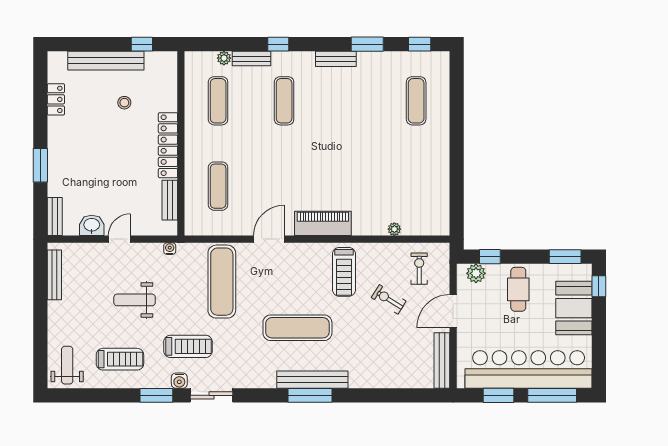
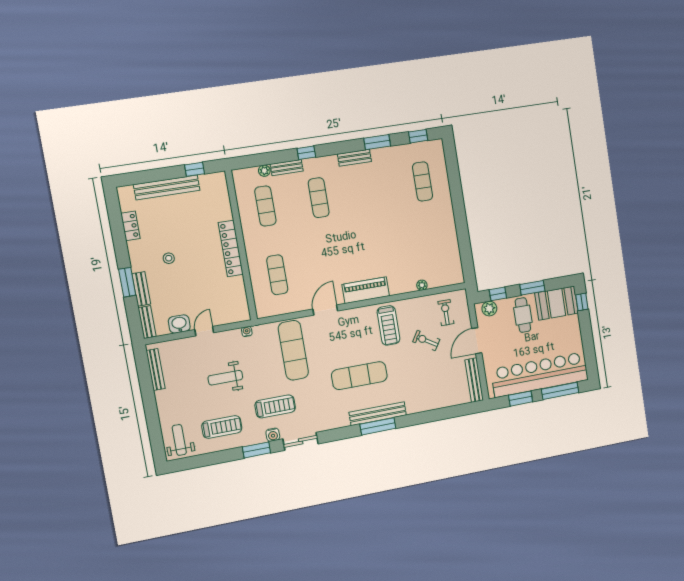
stool: (124, 103) -> (169, 258), moved
bench: (170, 200) -> (141, 289), moved
window: (565, 257) -> (532, 288), moved
booth: (574, 308) -> (557, 303), moved, turned 90

